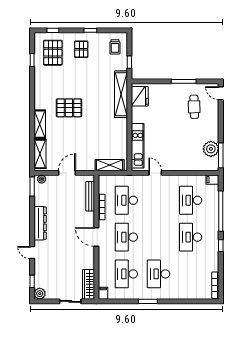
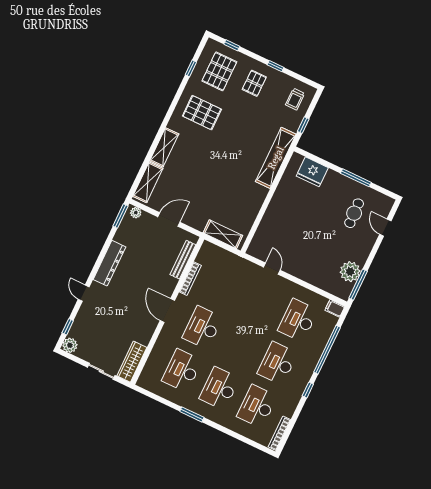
door: (221, 93) -> (385, 228), moved
fridge: (140, 96) -> (312, 172), moved, turned 90
pallet: (69, 108) -> (202, 113), moved
kitchen unit: (138, 146) -> (267, 227), removed
desk: (126, 200) -> (257, 406), moved
filing cabinet: (103, 293) -> (144, 380), removed

